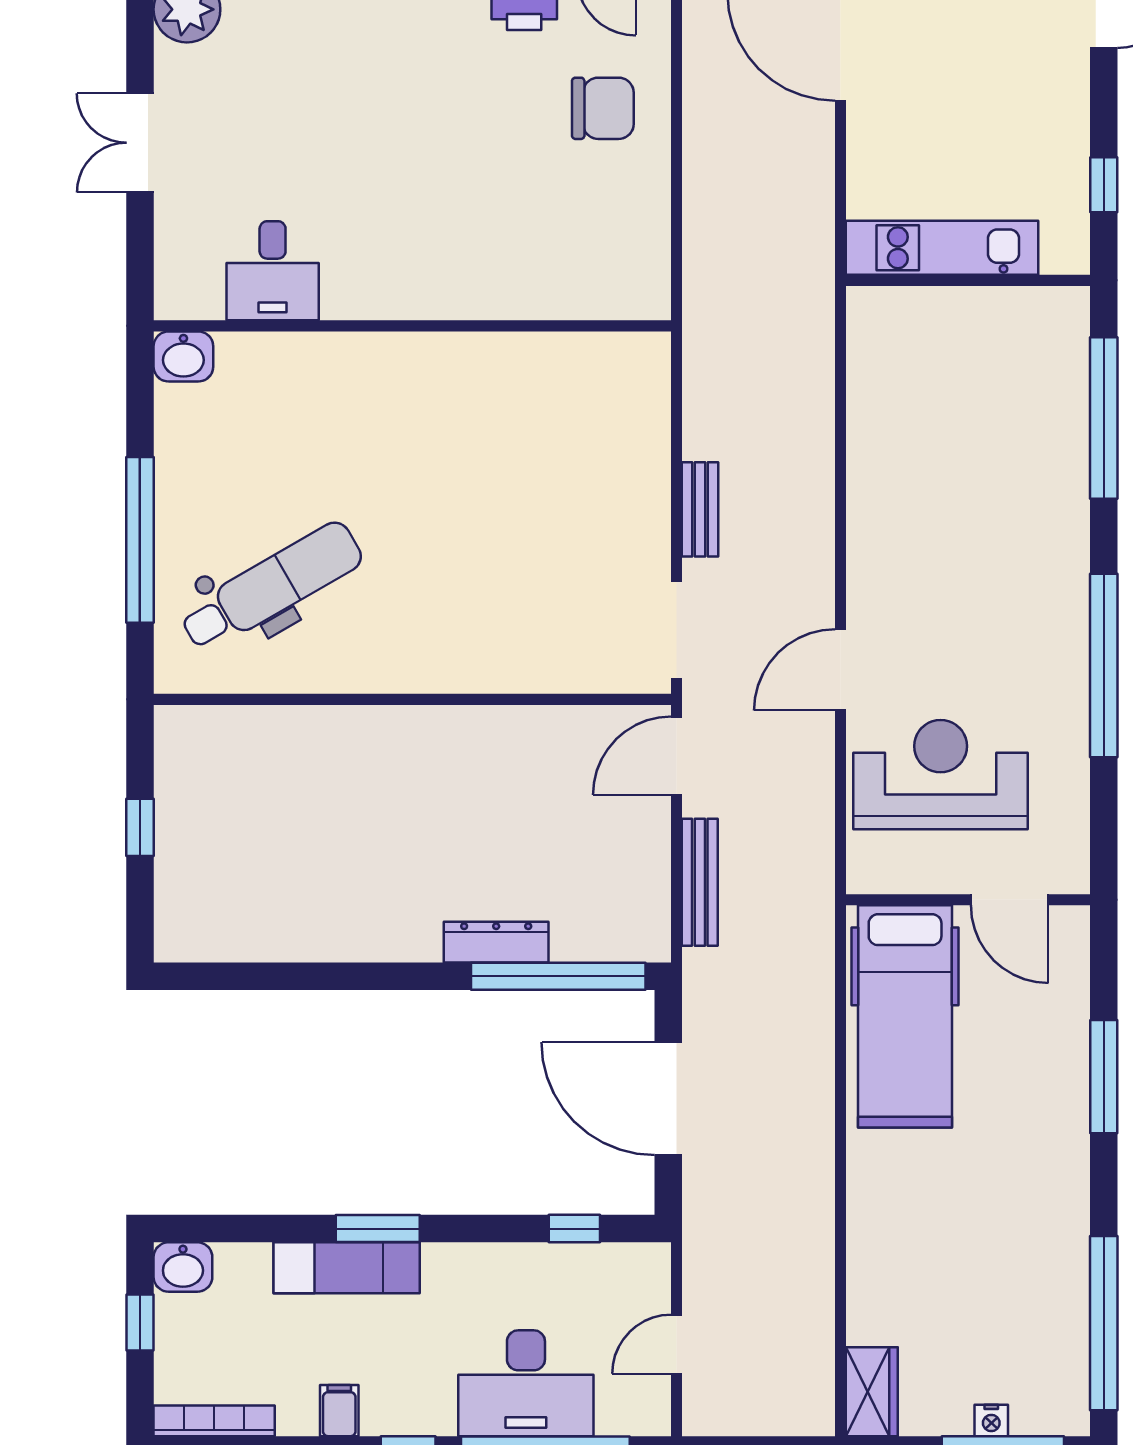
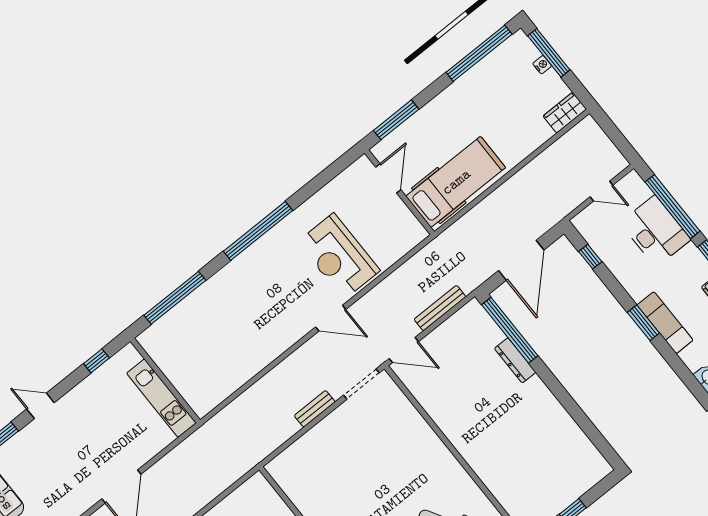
wall: (968, 900) -> (399, 192), moved
door: (1010, 900) -> (388, 178), moved
hospital bed: (905, 1016) -> (456, 182), moved

